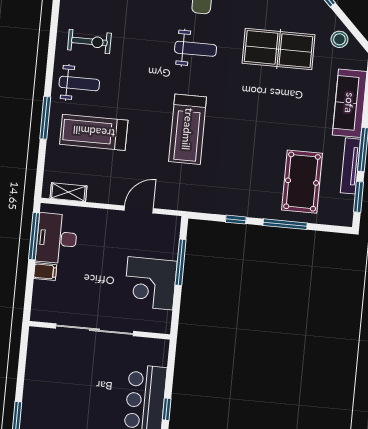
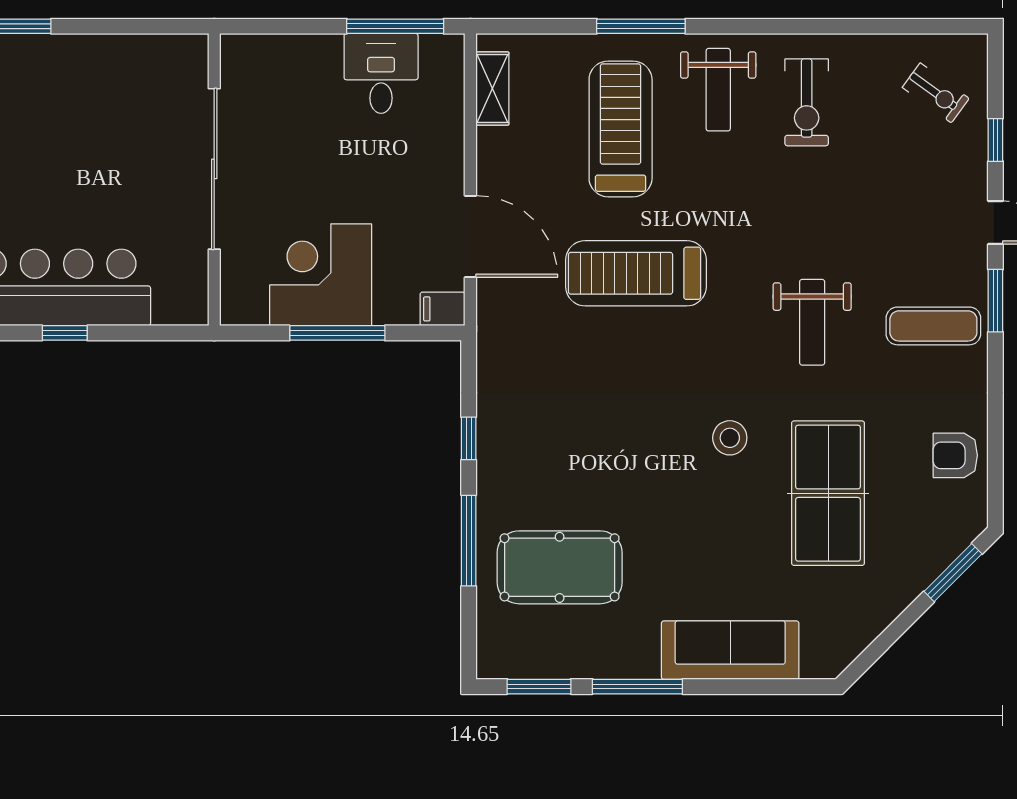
stool: (339, 39) -> (730, 438), moved
treadmill: (188, 129) -> (636, 273), moved
tv unit: (350, 166) -> (601, 664), removed
door: (139, 209) -> (470, 236), width x1.36
desk: (57, 238) -> (381, 73), width x0.73
window: (181, 262) -> (337, 333), moved
filing cabinet: (45, 272) -> (443, 309), moved, turned 90

